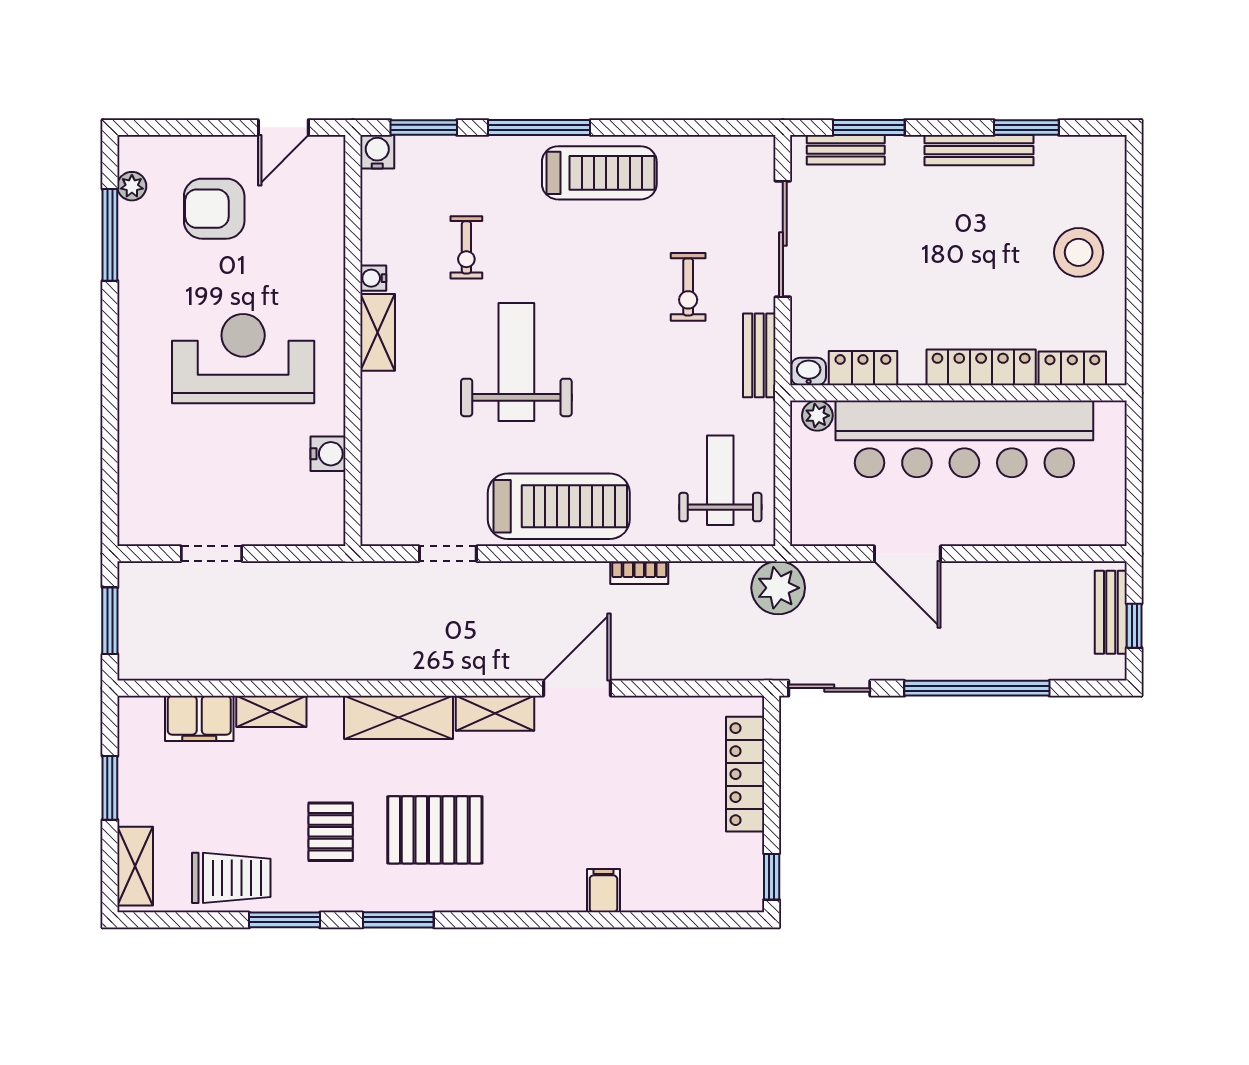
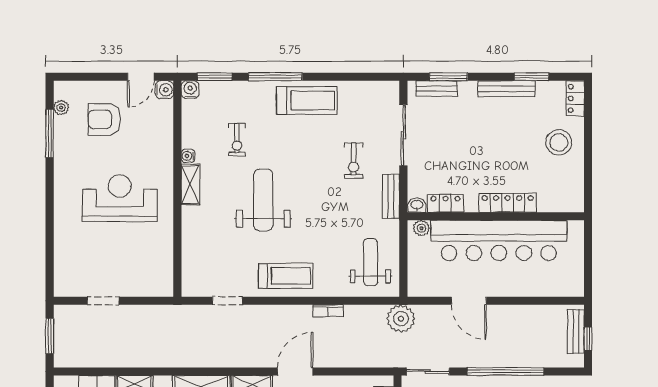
locker: (1072, 368) -> (575, 98), moved, turned -90
water cooler: (328, 454) -> (164, 90), moved
treadmill: (559, 506) -> (286, 276), width x0.73, depth x0.73

